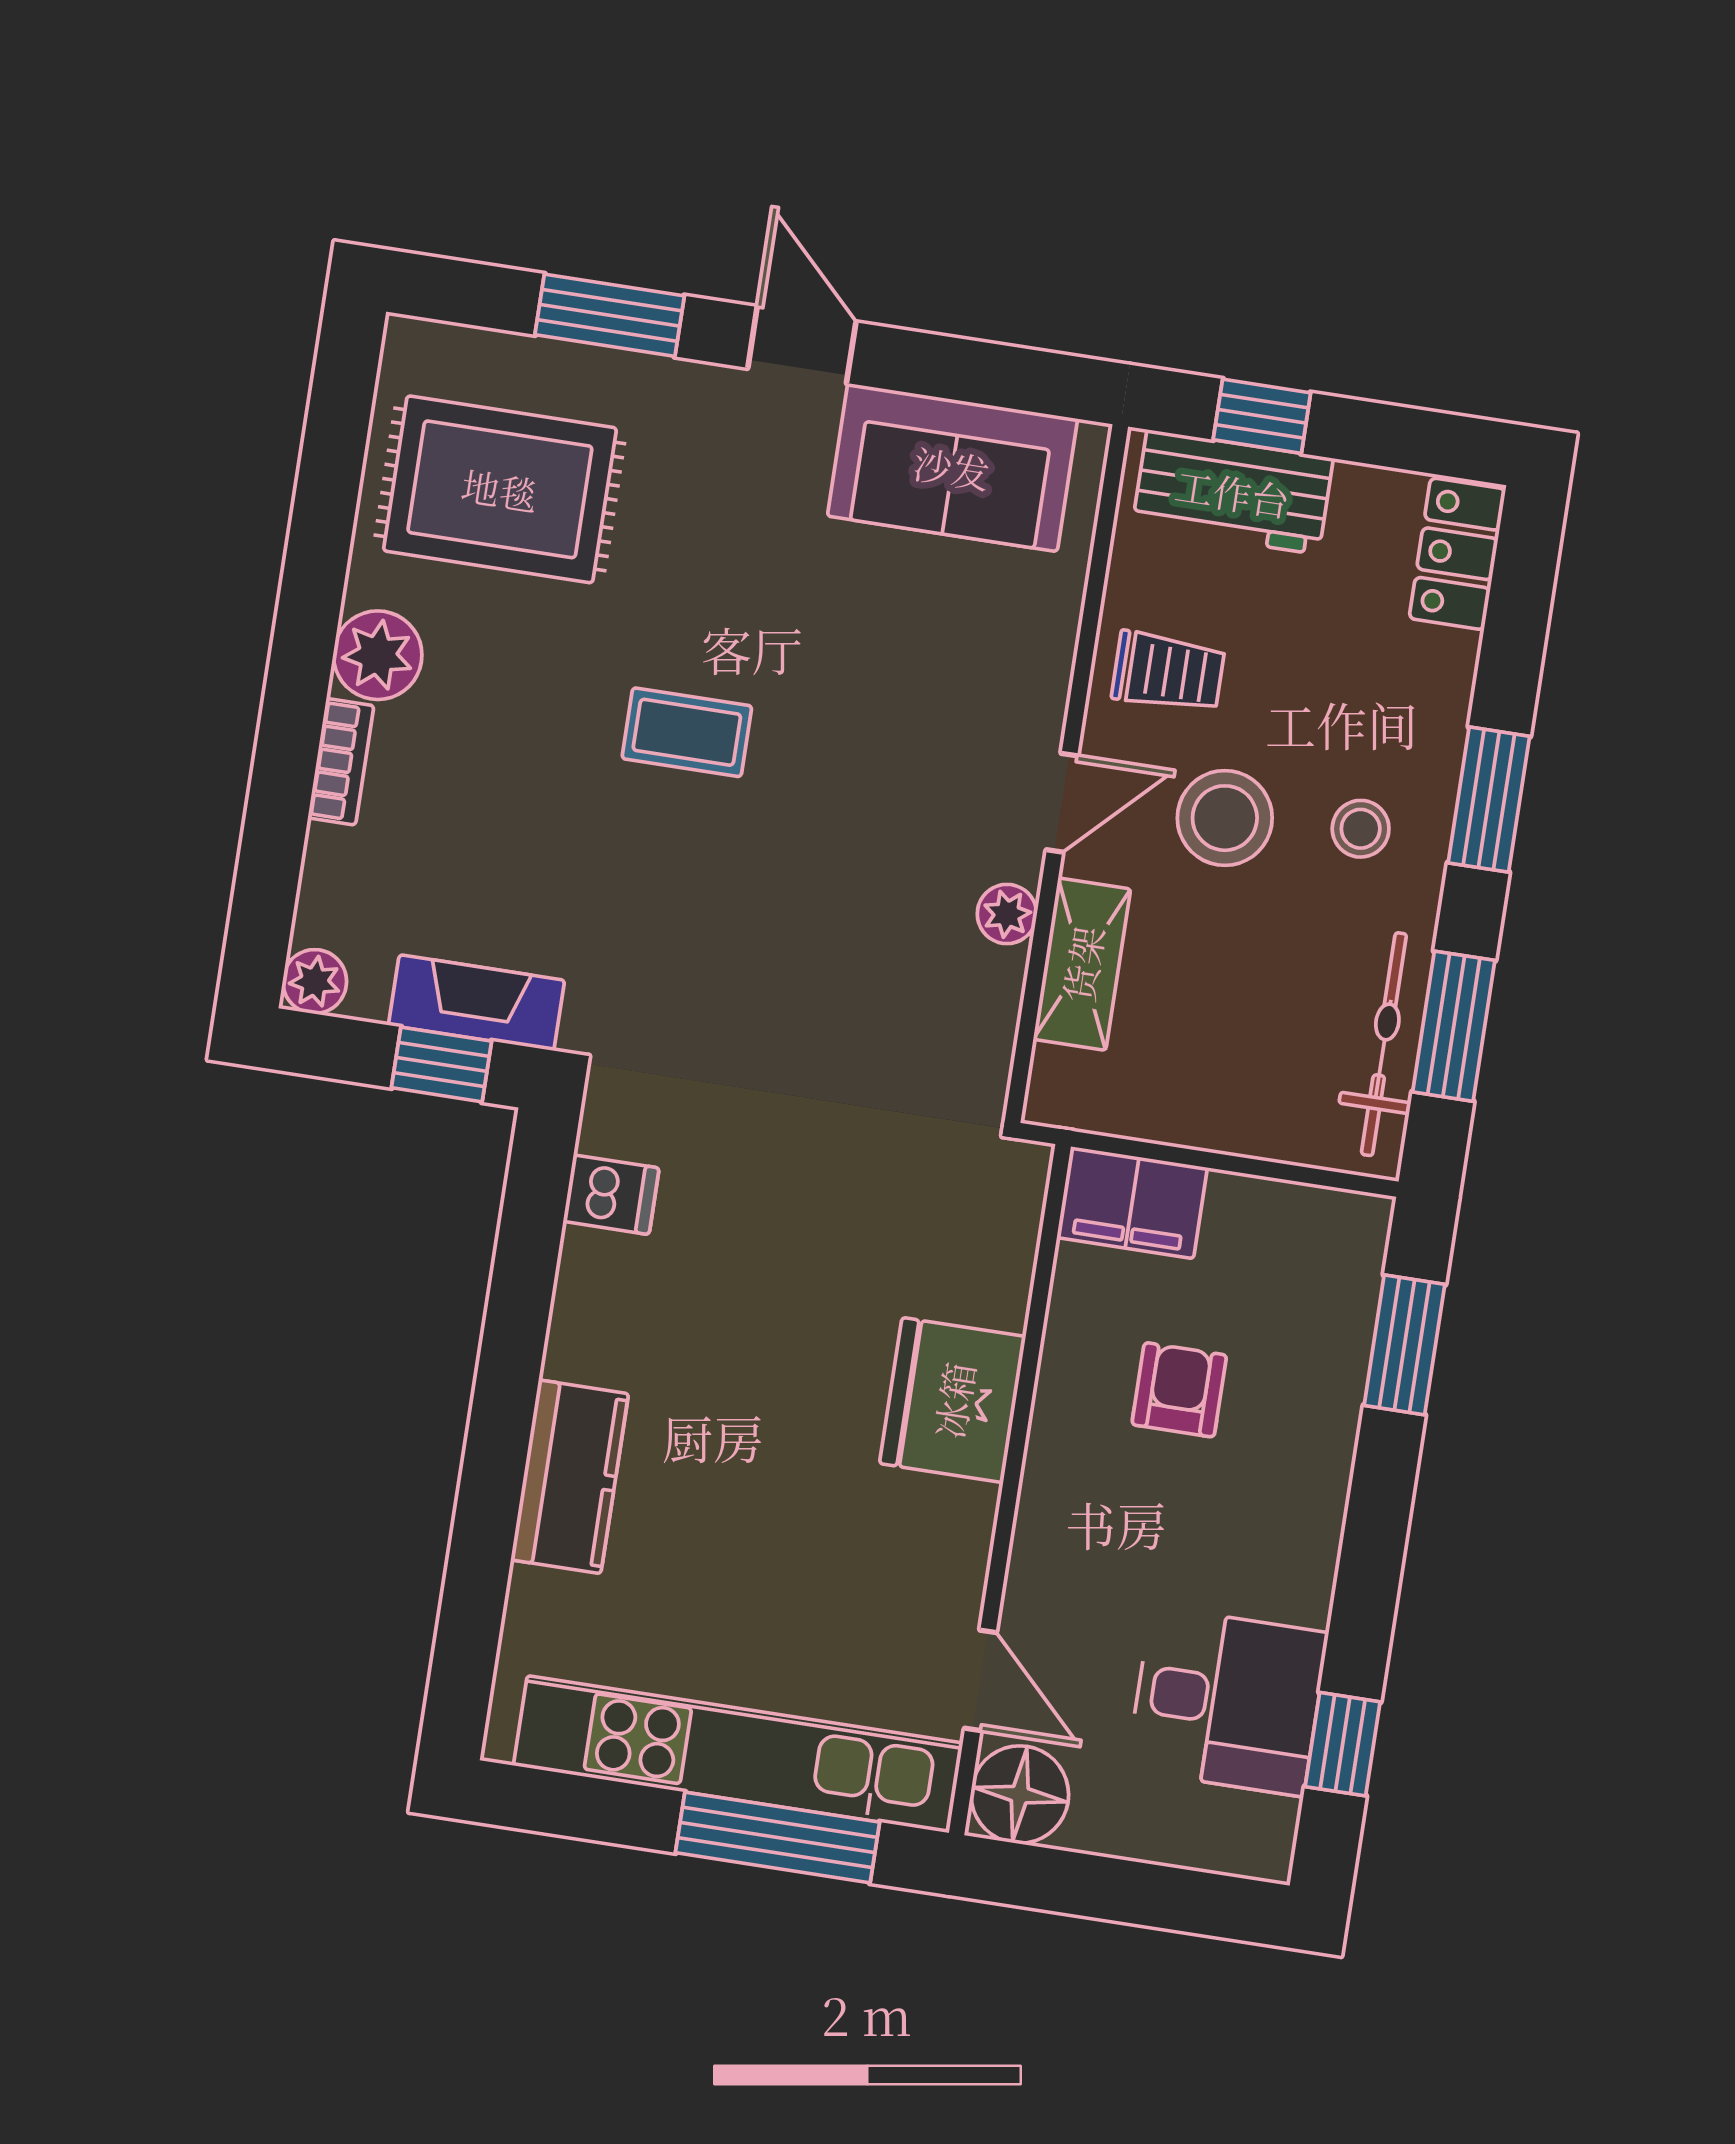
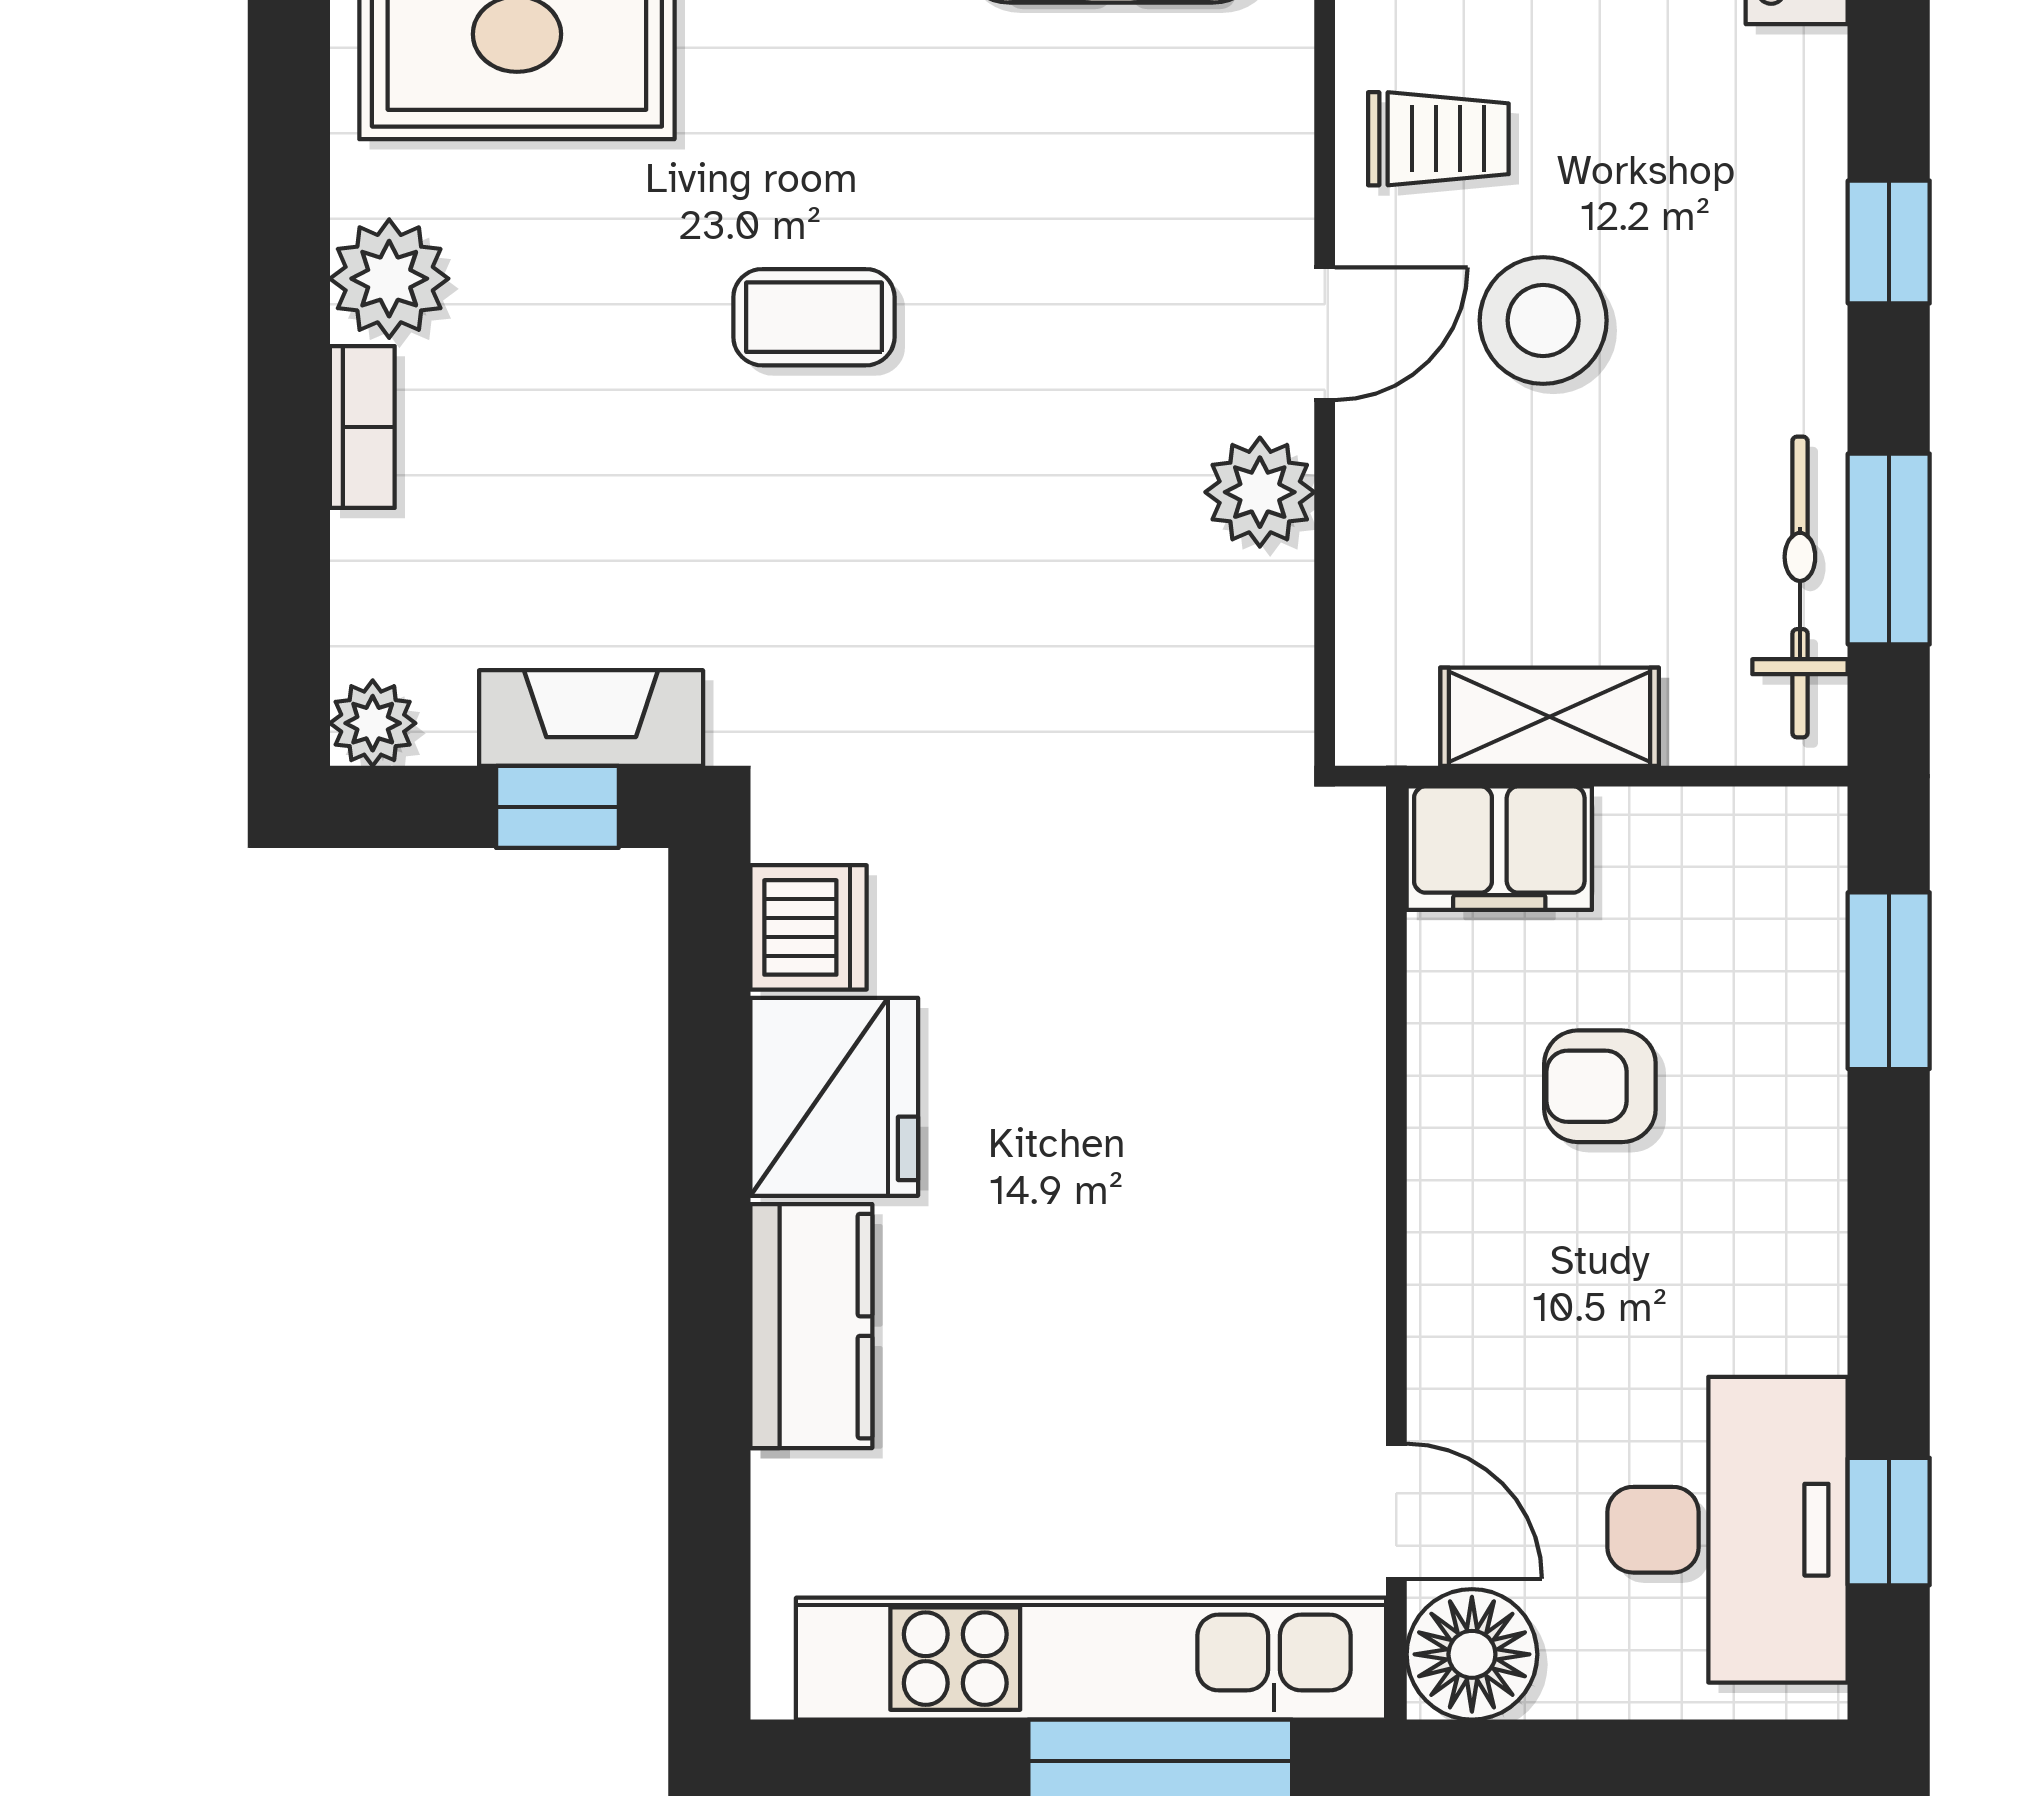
window: (1489, 800) -> (1889, 242), width x0.67
stool: (1361, 829) -> (1725, 307), removed
plant: (1007, 914) -> (1260, 492), width x1.38, depth x1.38
shelving: (1082, 964) -> (1550, 717), moved, turned 90
dishwasher: (611, 1195) -> (809, 927), width x1.38
armchair: (1179, 1390) -> (1600, 1086), turned -90
fridge: (953, 1400) -> (834, 1097), moved, turned 180
desk: (1227, 1701) -> (1728, 1530), width x1.37

